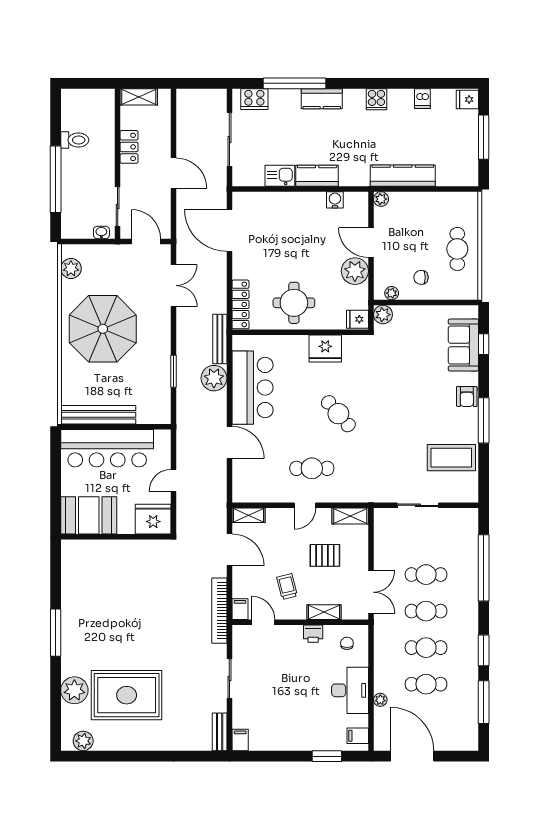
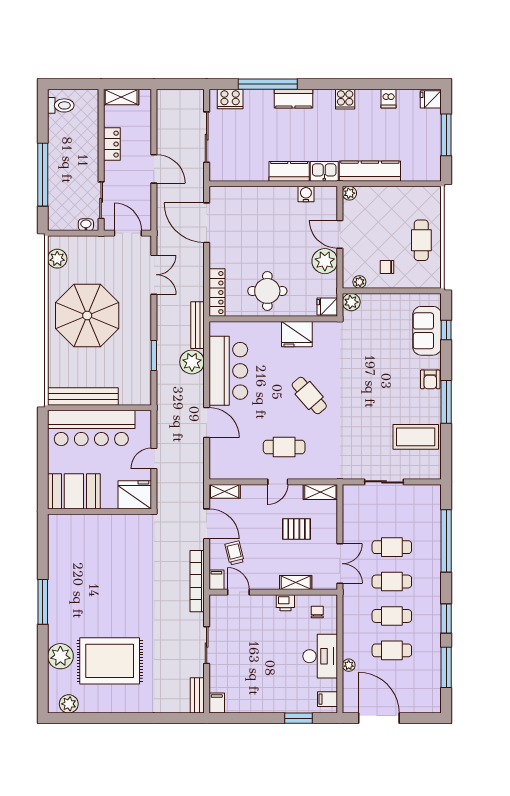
toilet: (75, 140) -> (61, 105), moved
kitchen sink: (280, 176) -> (324, 171), moved
trolley: (287, 587) -> (235, 553), moved

